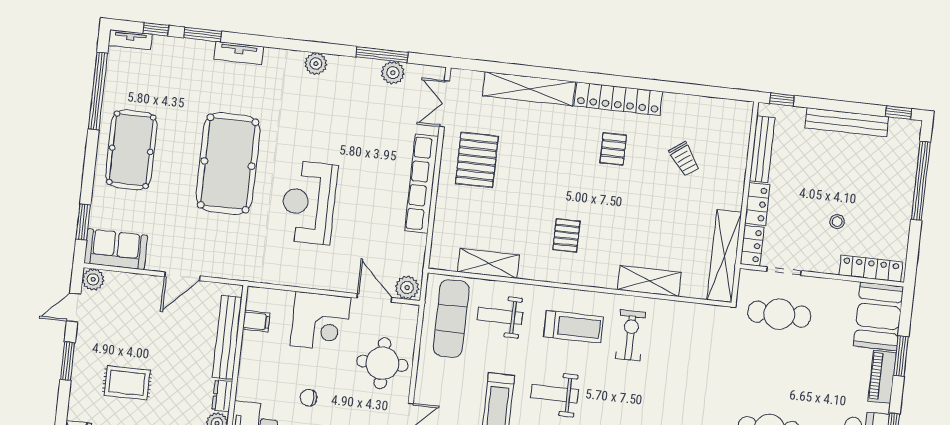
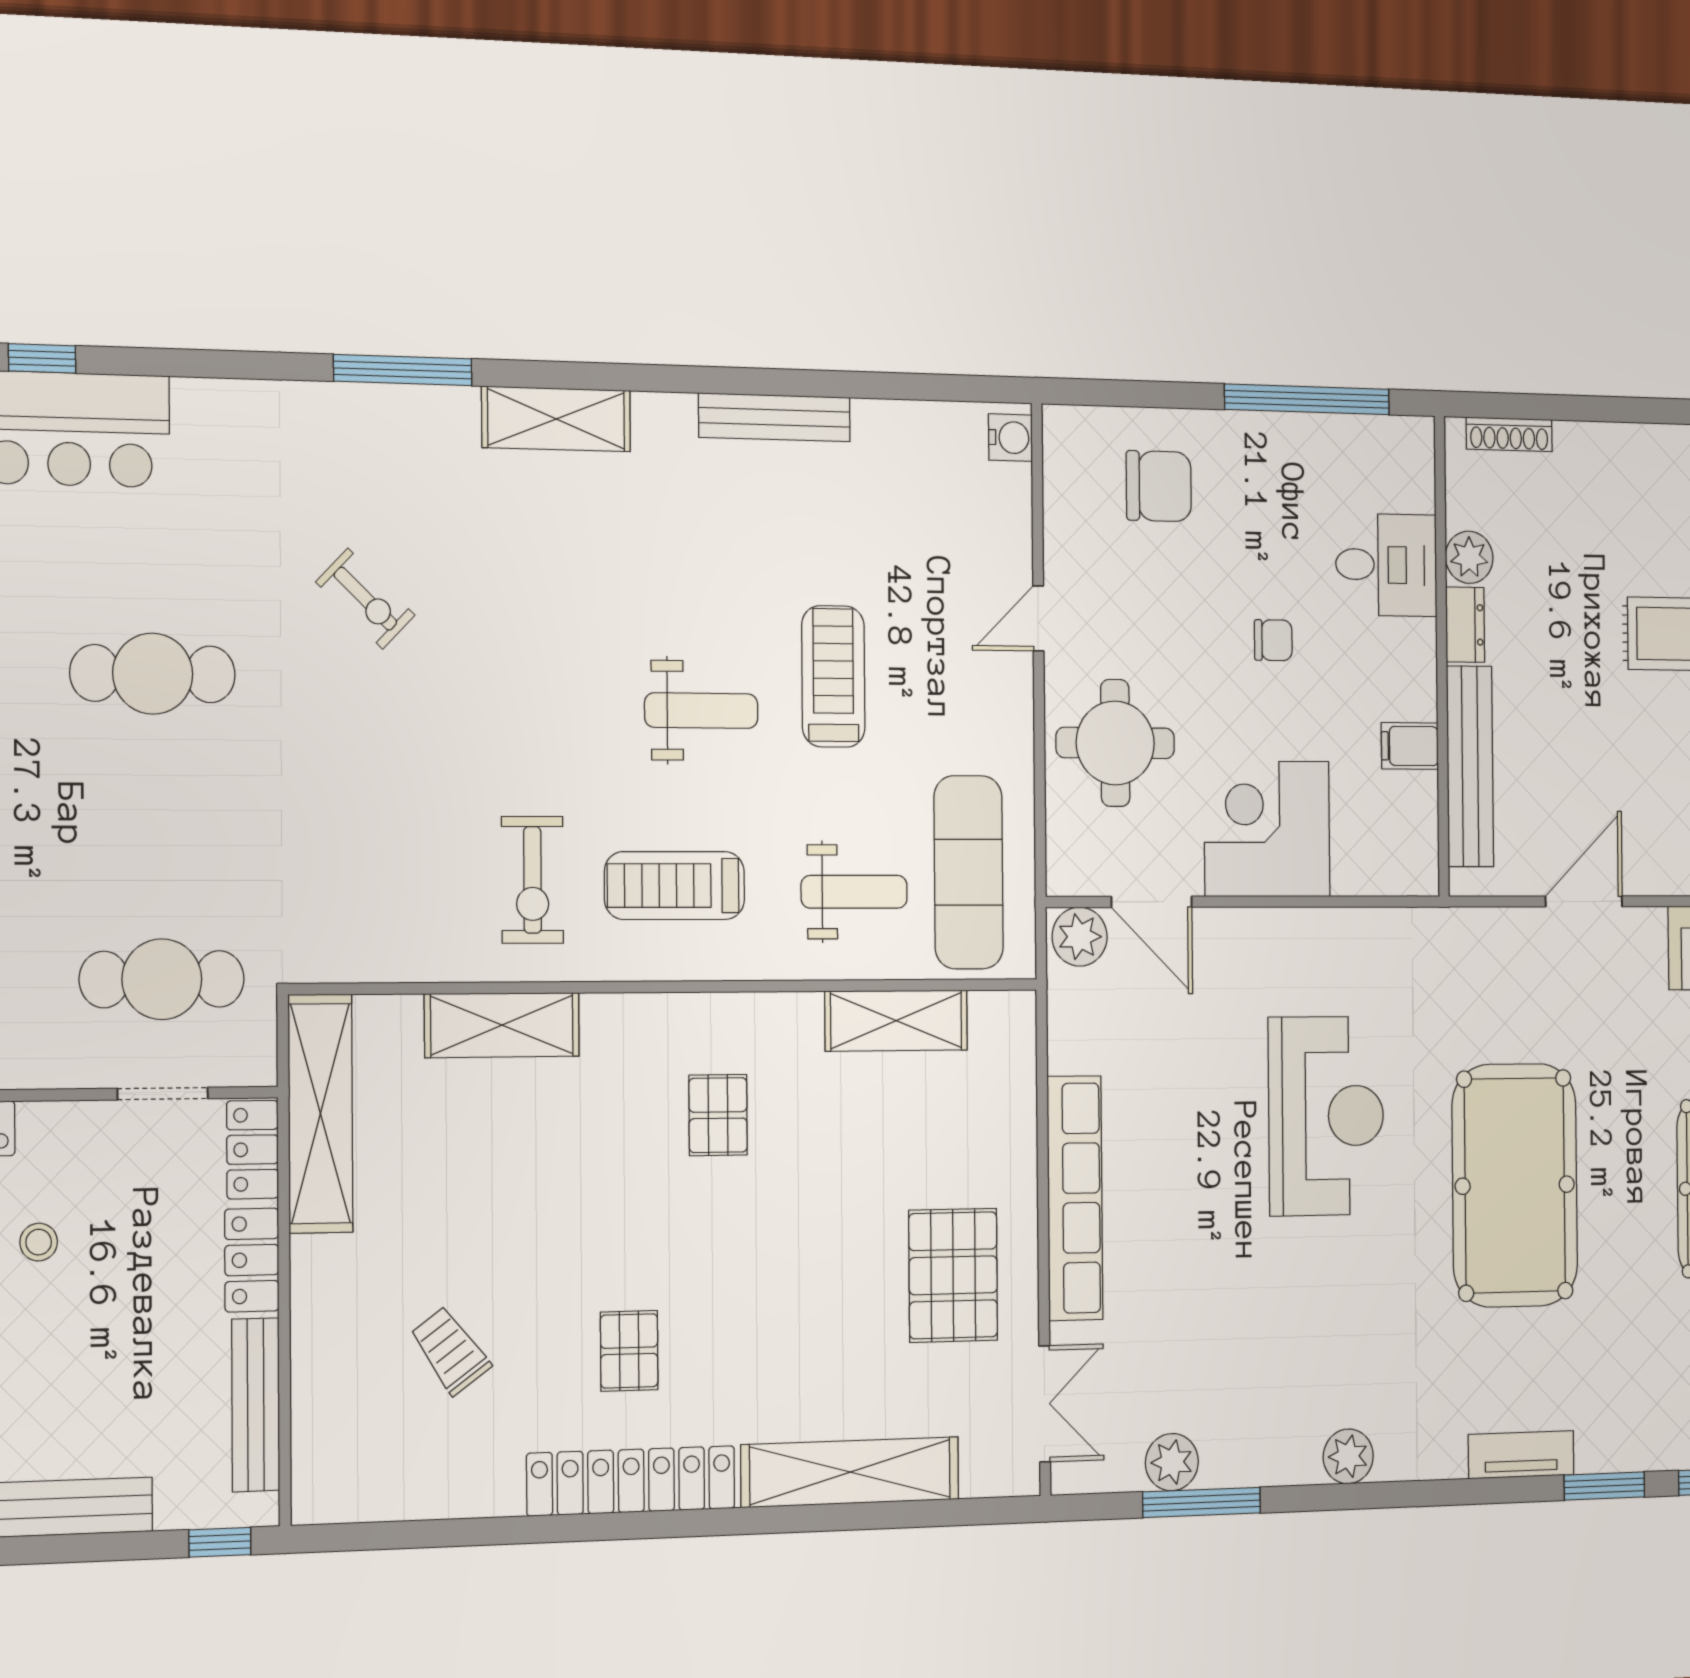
filing cabinet: (256, 321) -> (1410, 746), moved

